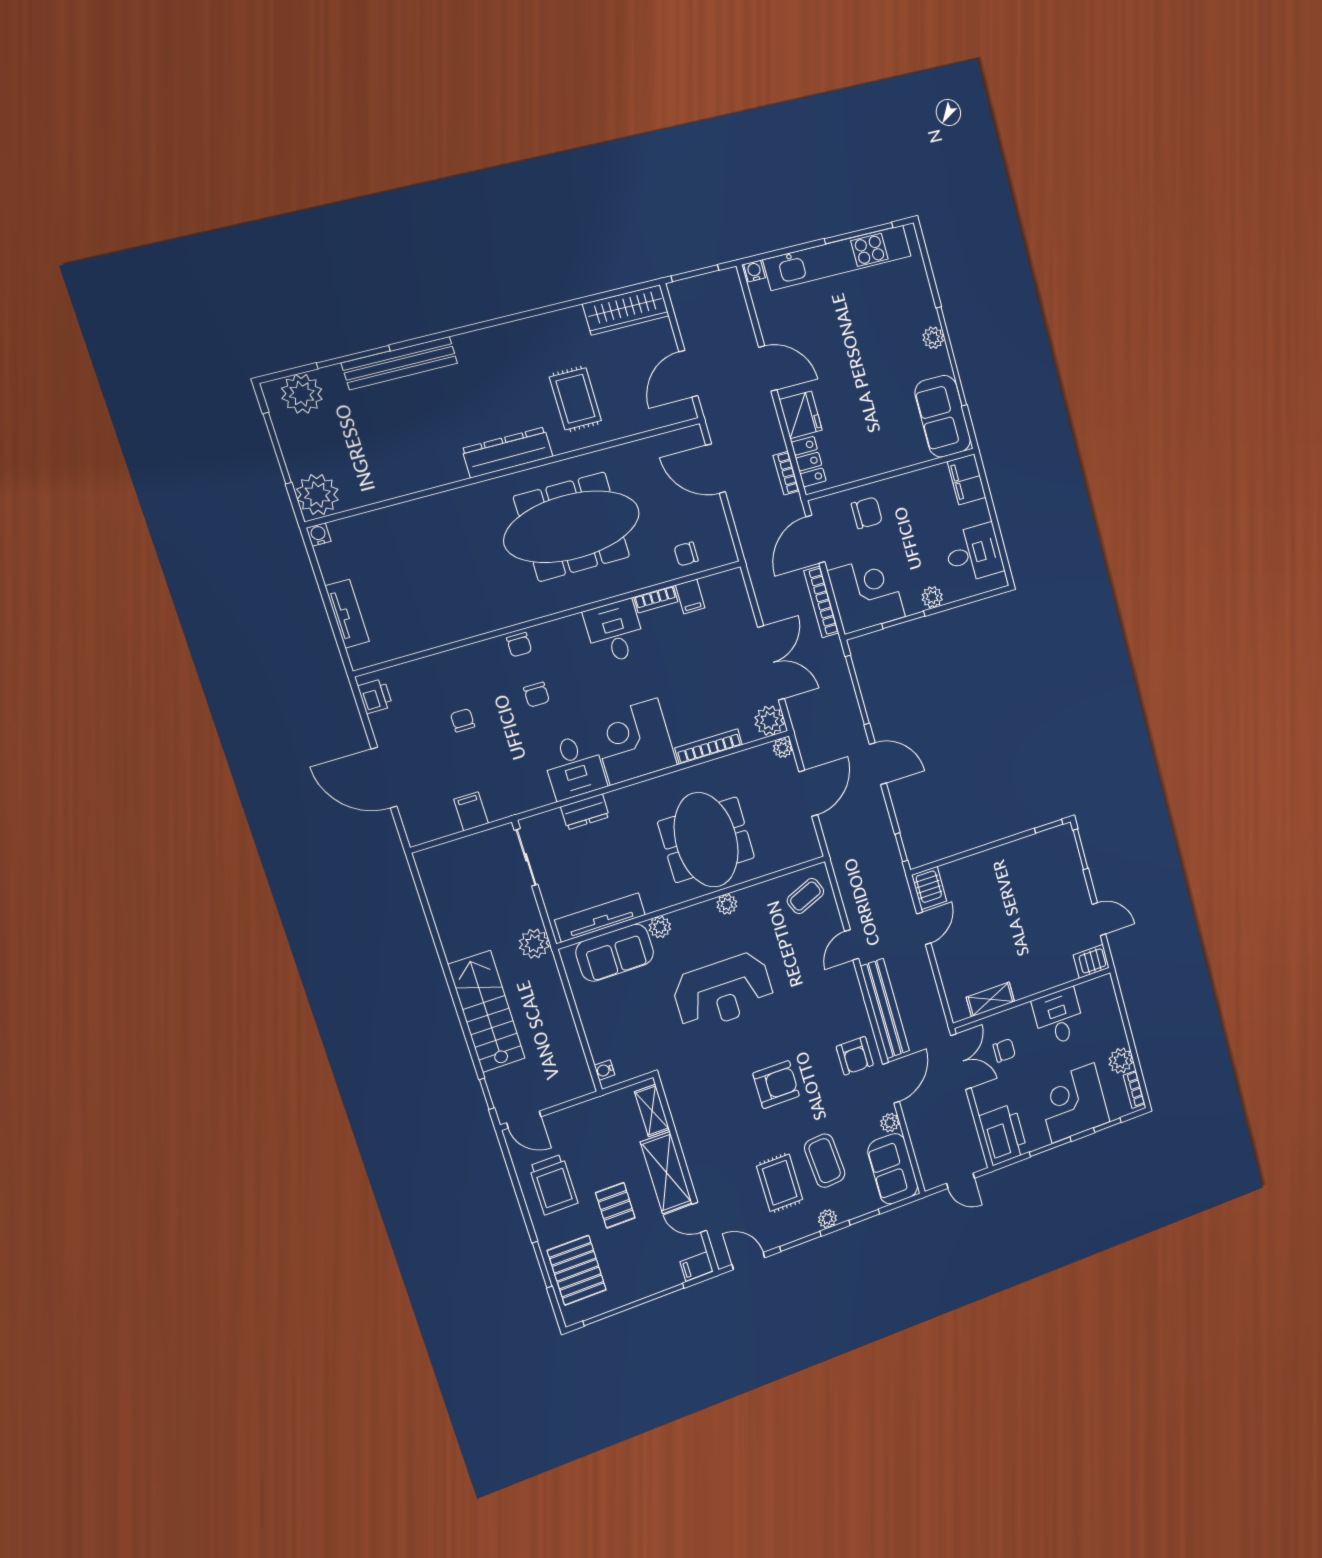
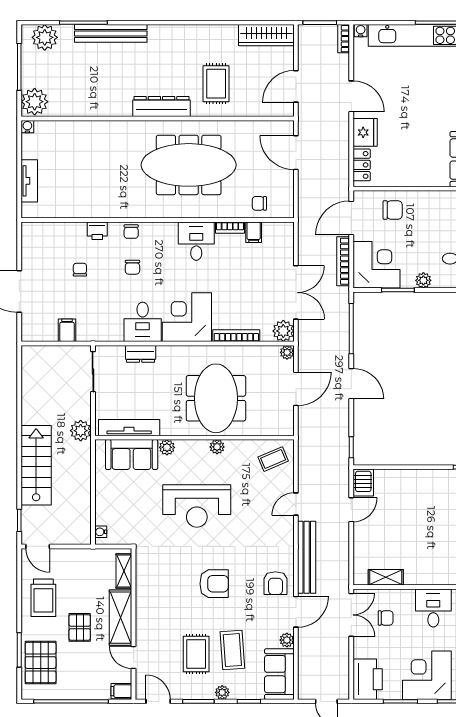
bookcase: (786, 473) -> (344, 39), moved
printer: (375, 696) -> (97, 231), moved, turned 90

